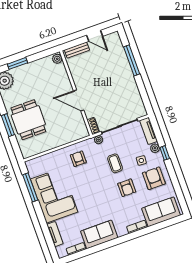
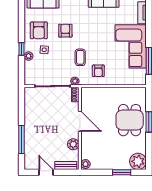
plant: (77, 74) -> (73, 144), added
tv unit: (148, 131) -> (29, 73), removed
coffee table: (115, 163) -> (80, 57), moved

